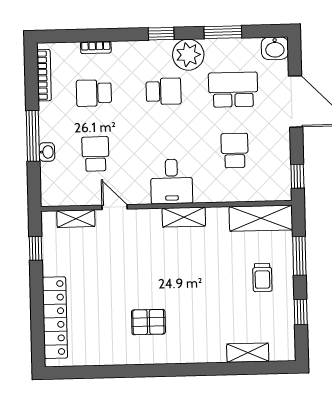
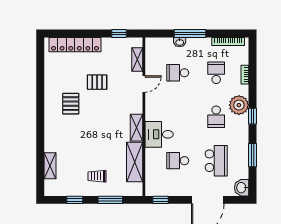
plant: (188, 55) -> (239, 105), moved
school desk: (235, 151) -> (178, 161), turned 180
school desk: (95, 154) -> (178, 73), turned 180
desk: (172, 181) -> (159, 134), moved
shelving: (261, 218) -> (135, 162), moved
pallet: (113, 281) -> (97, 82), added

